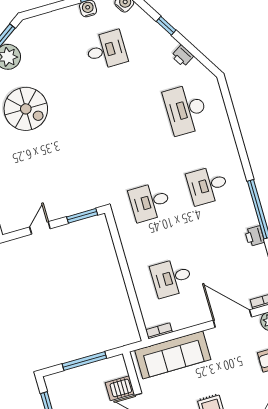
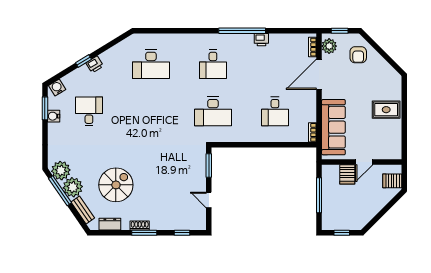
plant: (24, 36) -> (61, 171), added
printer: (182, 56) -> (95, 64), moved
desk: (150, 202) -> (213, 111), width x1.37

